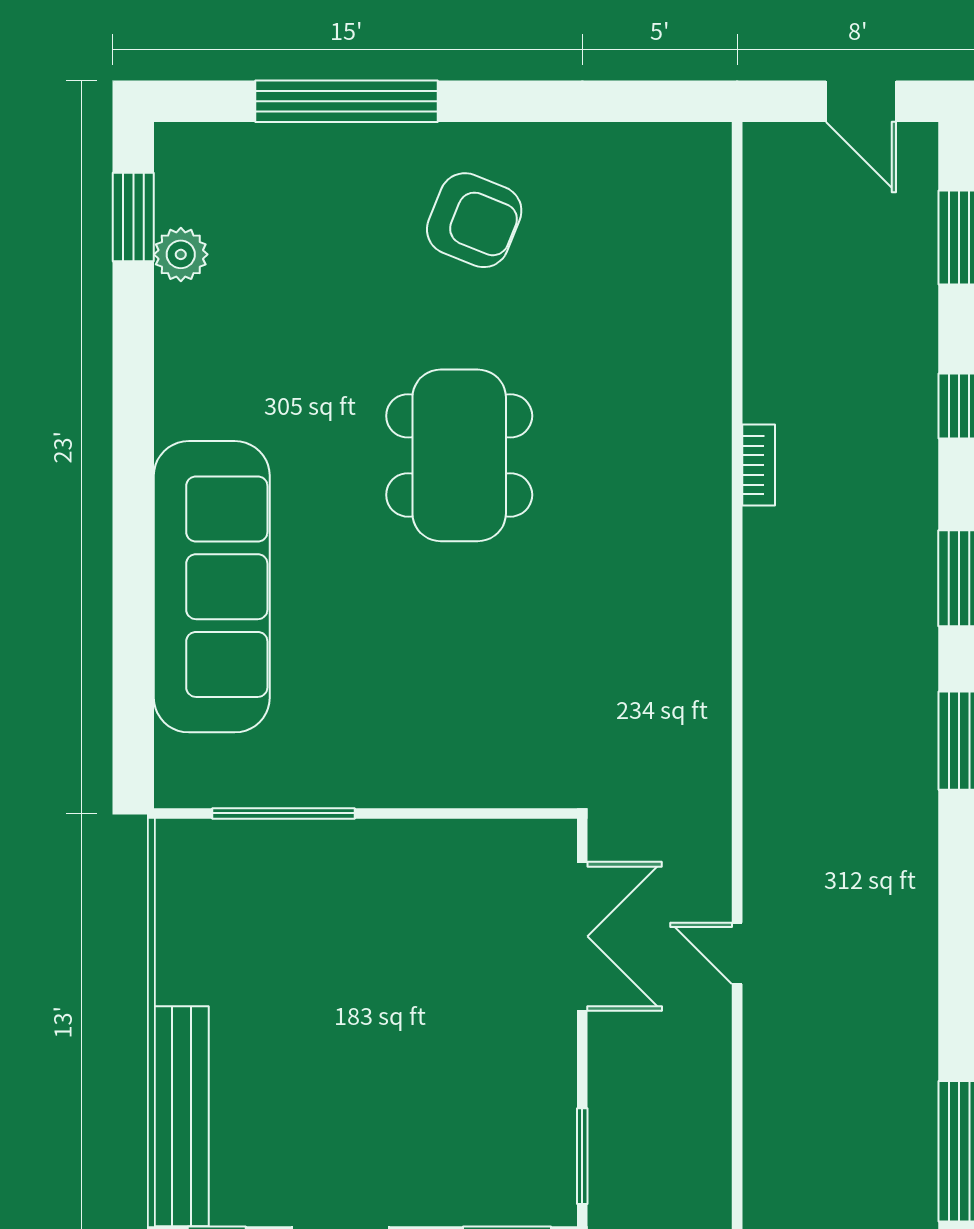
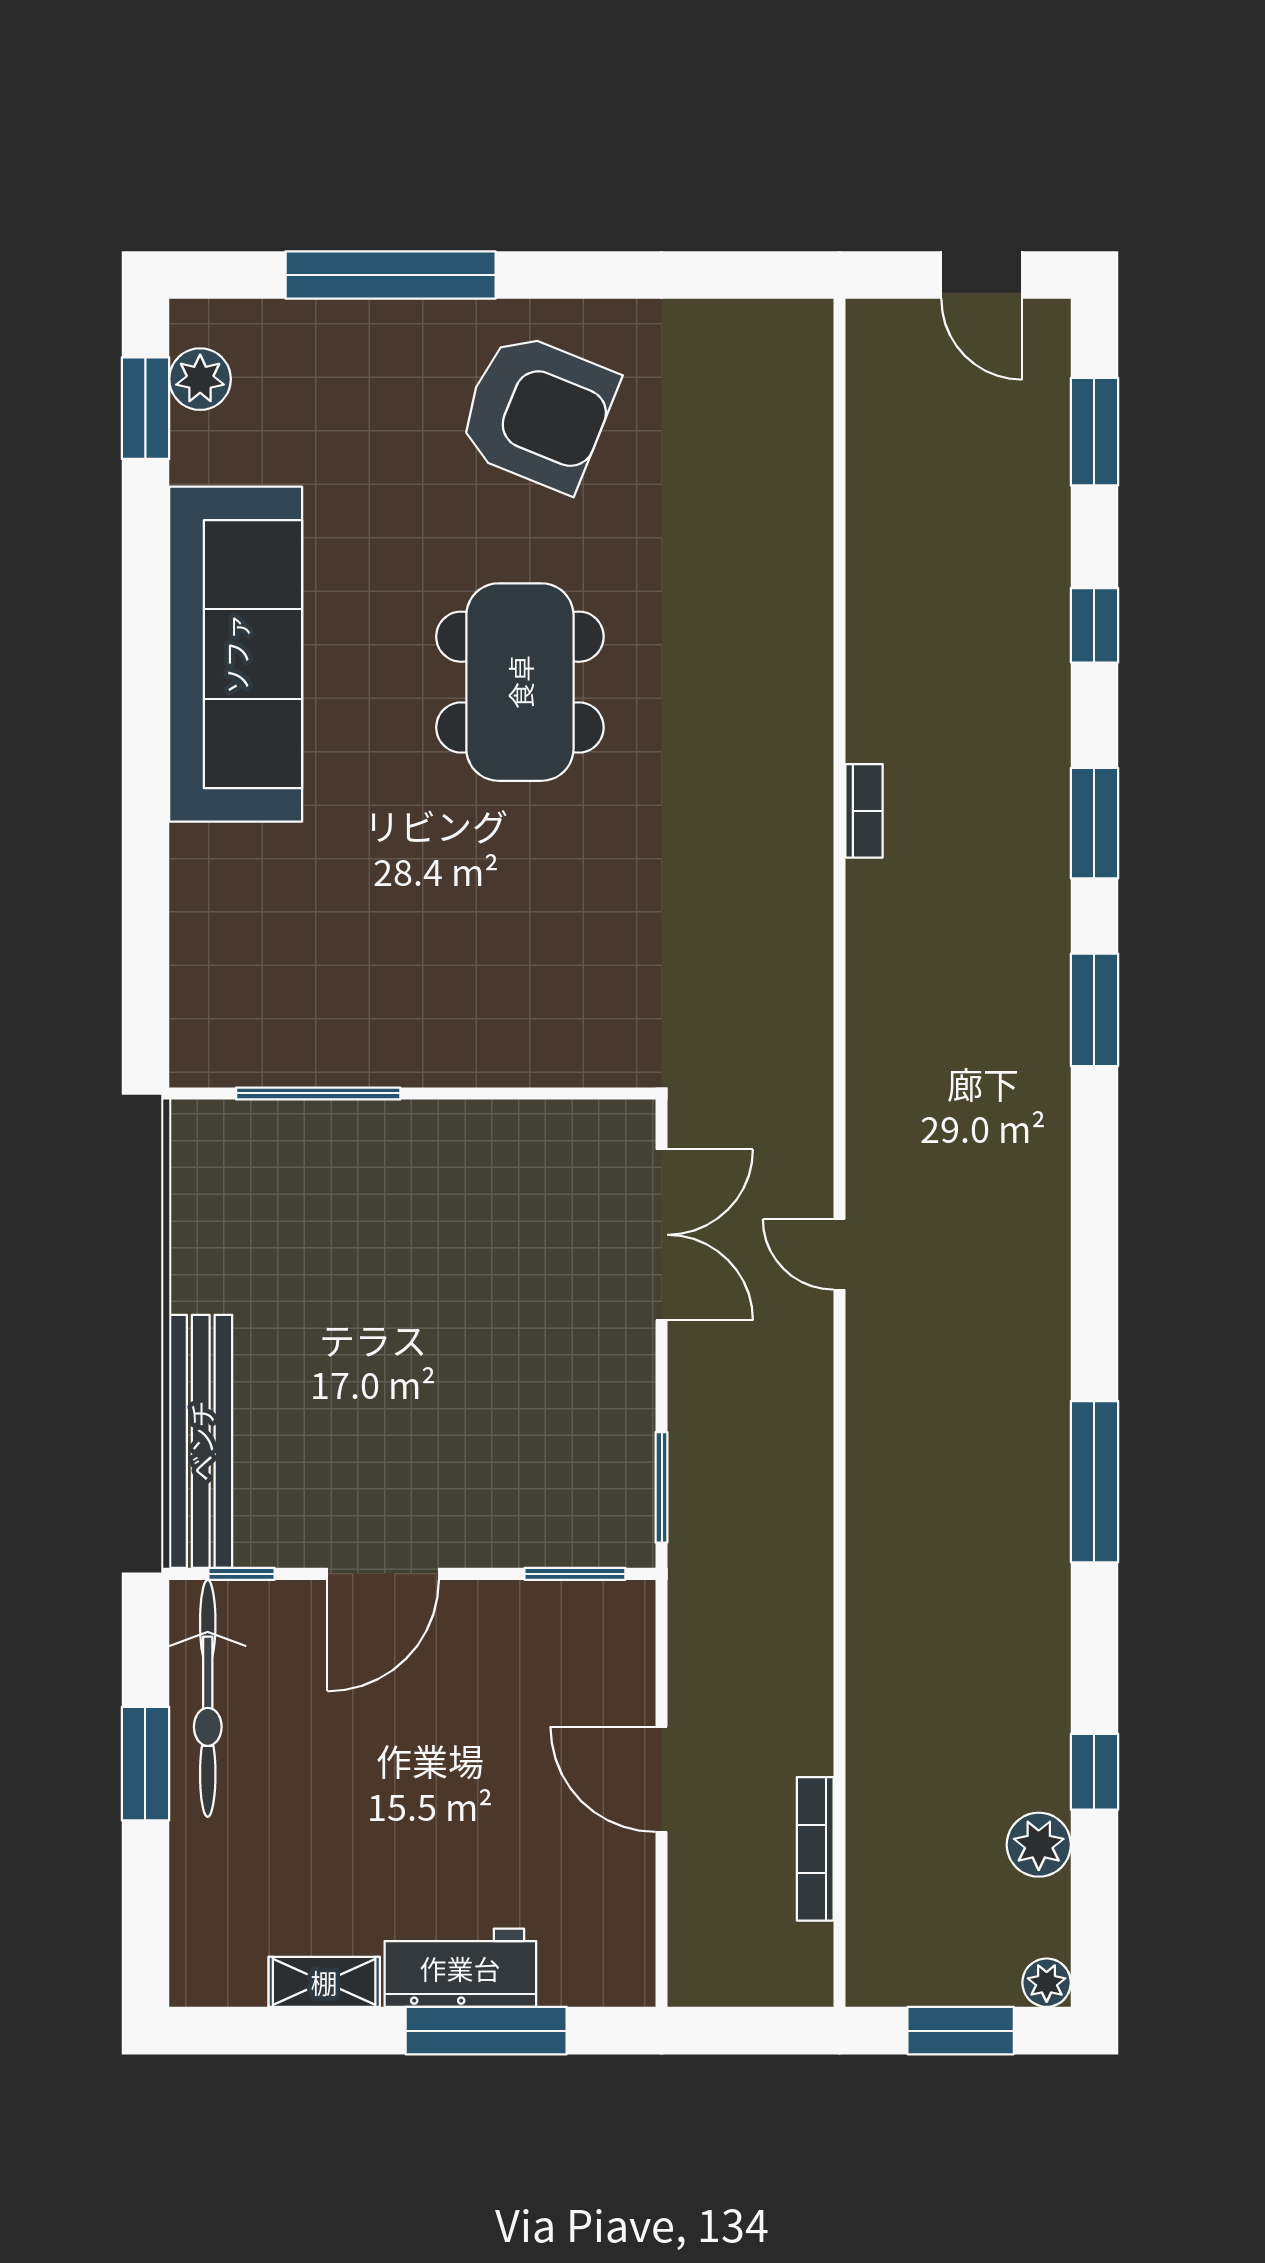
armchair: (474, 220) -> (537, 412), width x1.36, depth x1.36
plant: (181, 254) -> (200, 379), moved
bookcase: (759, 465) -> (864, 811), moved
sofa: (212, 587) -> (236, 654), moved

